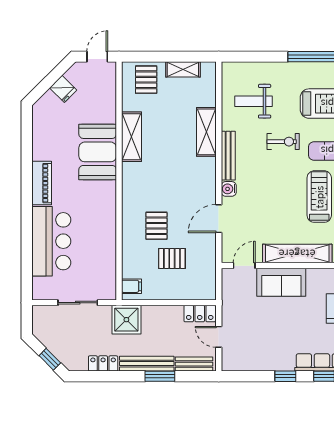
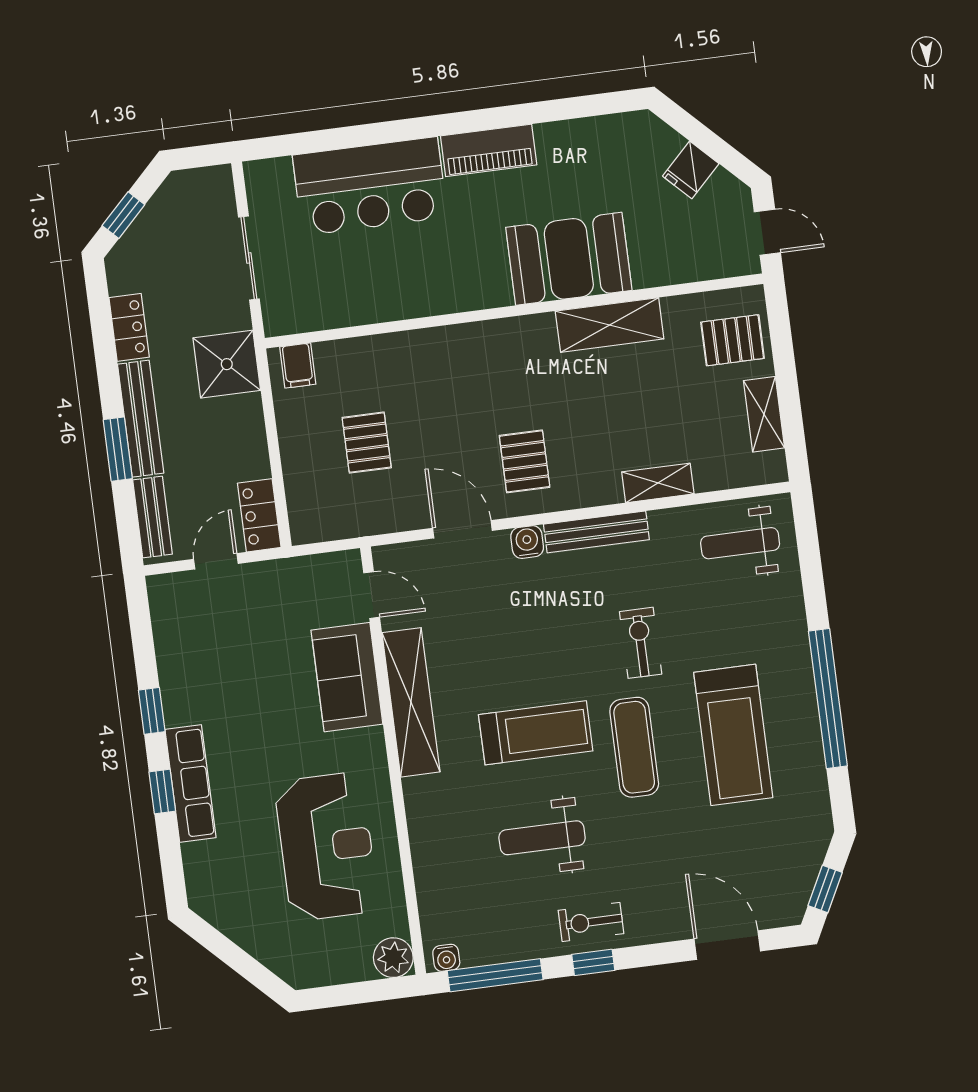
weight bench: (253, 101) -> (740, 543), moved, turned -90
shelving: (206, 132) -> (658, 483), width x0.67, depth x0.75
exercise bike: (283, 142) -> (641, 643), turned 180
pallet: (156, 226) -> (525, 461), moved, turned 90

